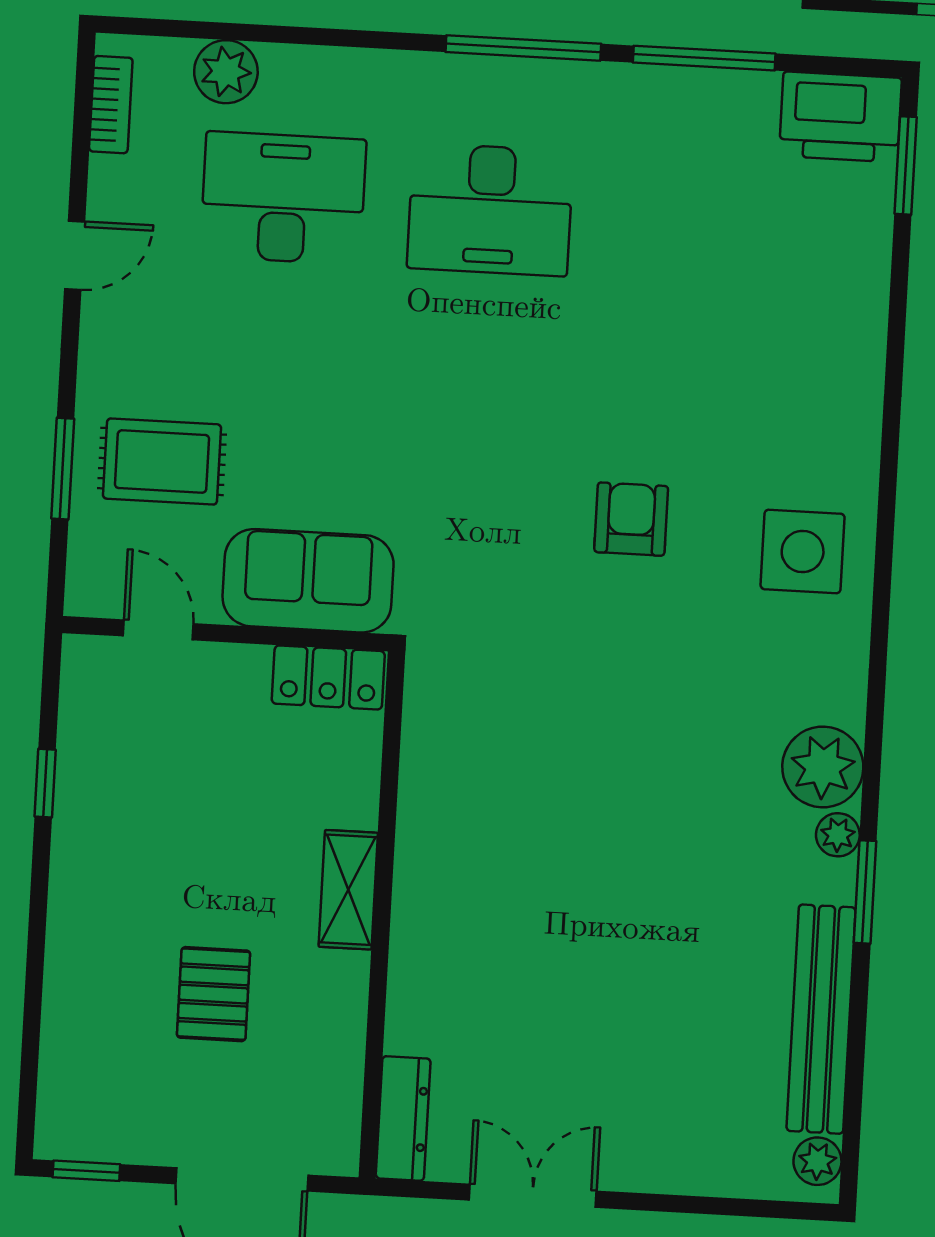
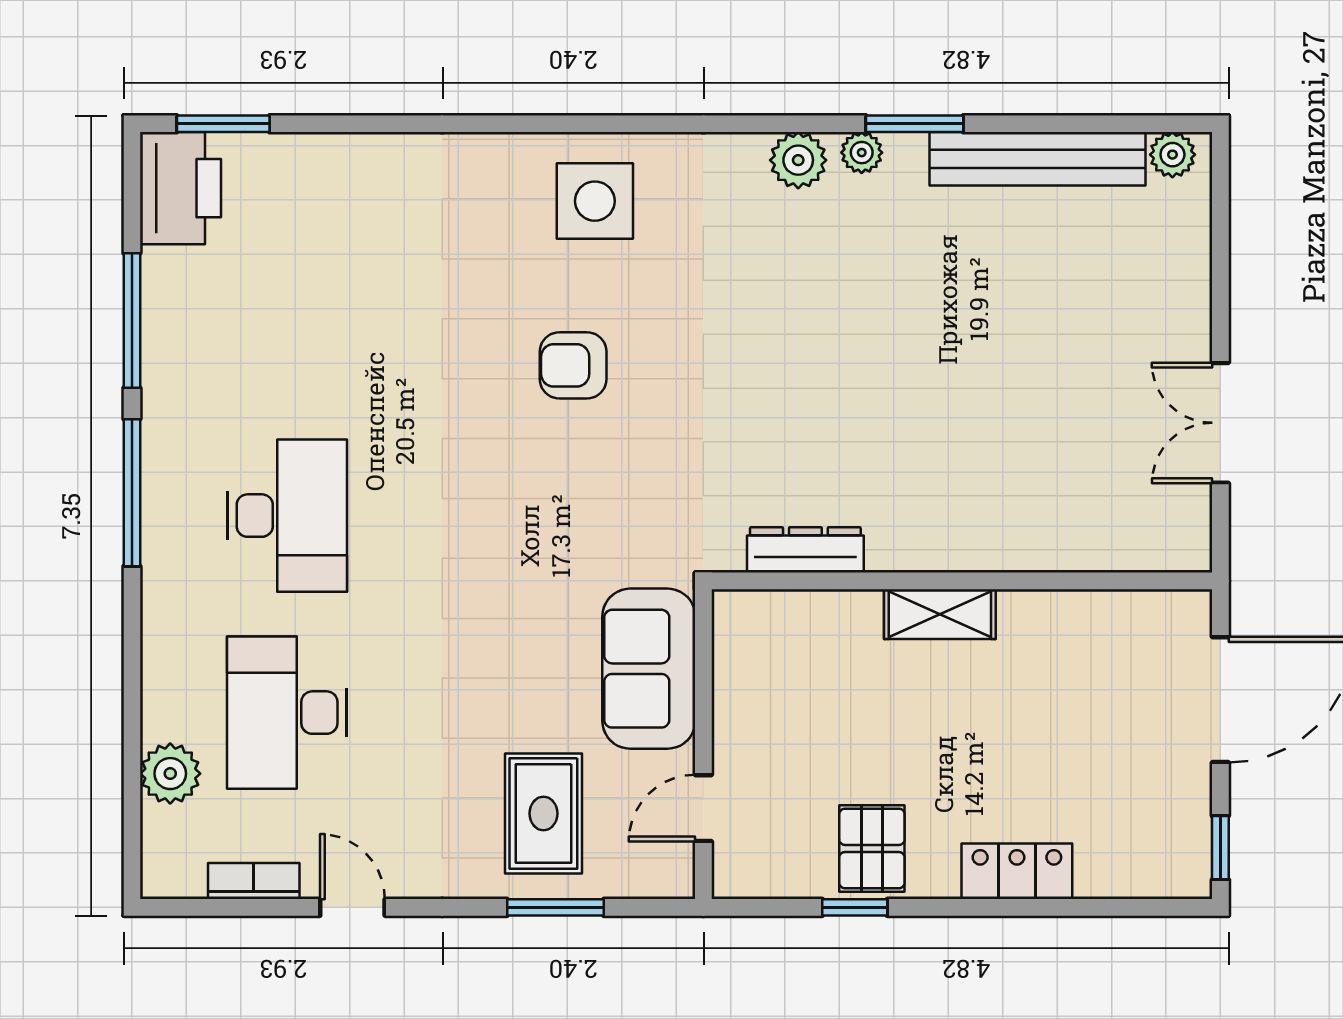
bookcase: (111, 105) -> (254, 881), moved
locker: (328, 677) -> (1017, 871), moved, turned -90
plant: (823, 767) -> (798, 160), width x0.73, depth x0.73
pallet: (214, 994) -> (872, 848), moved, turned 90
dresser: (403, 1118) -> (805, 550), moved

